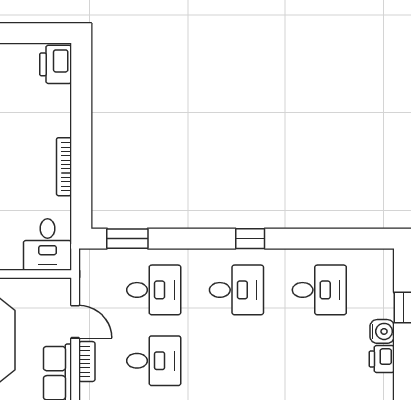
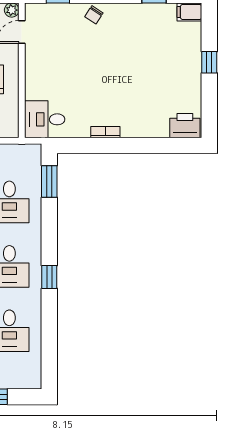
bookcase: (64, 167) -> (105, 132), width x0.64

